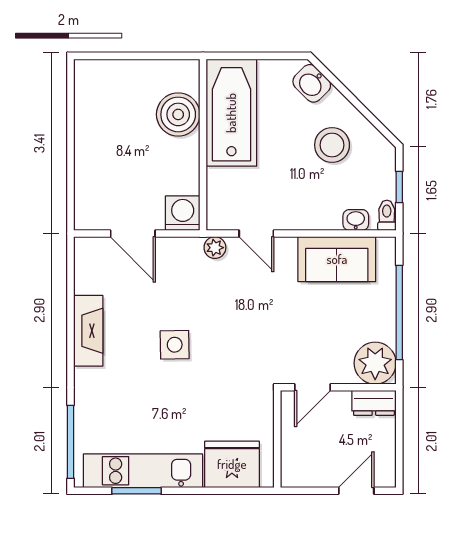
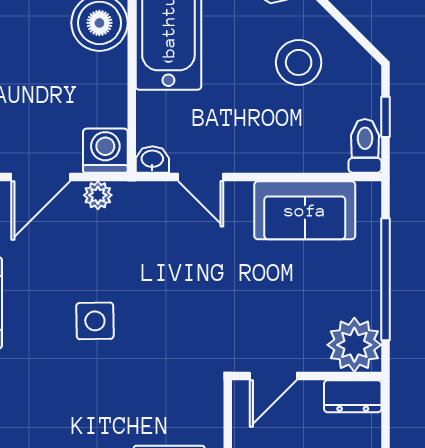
toilet: (387, 215) -> (365, 146), width x1.37, depth x1.39
washbasin: (356, 220) -> (152, 160), moved
door: (133, 234) -> (41, 177), hinge flipped
plant: (215, 248) -> (98, 195), moved

